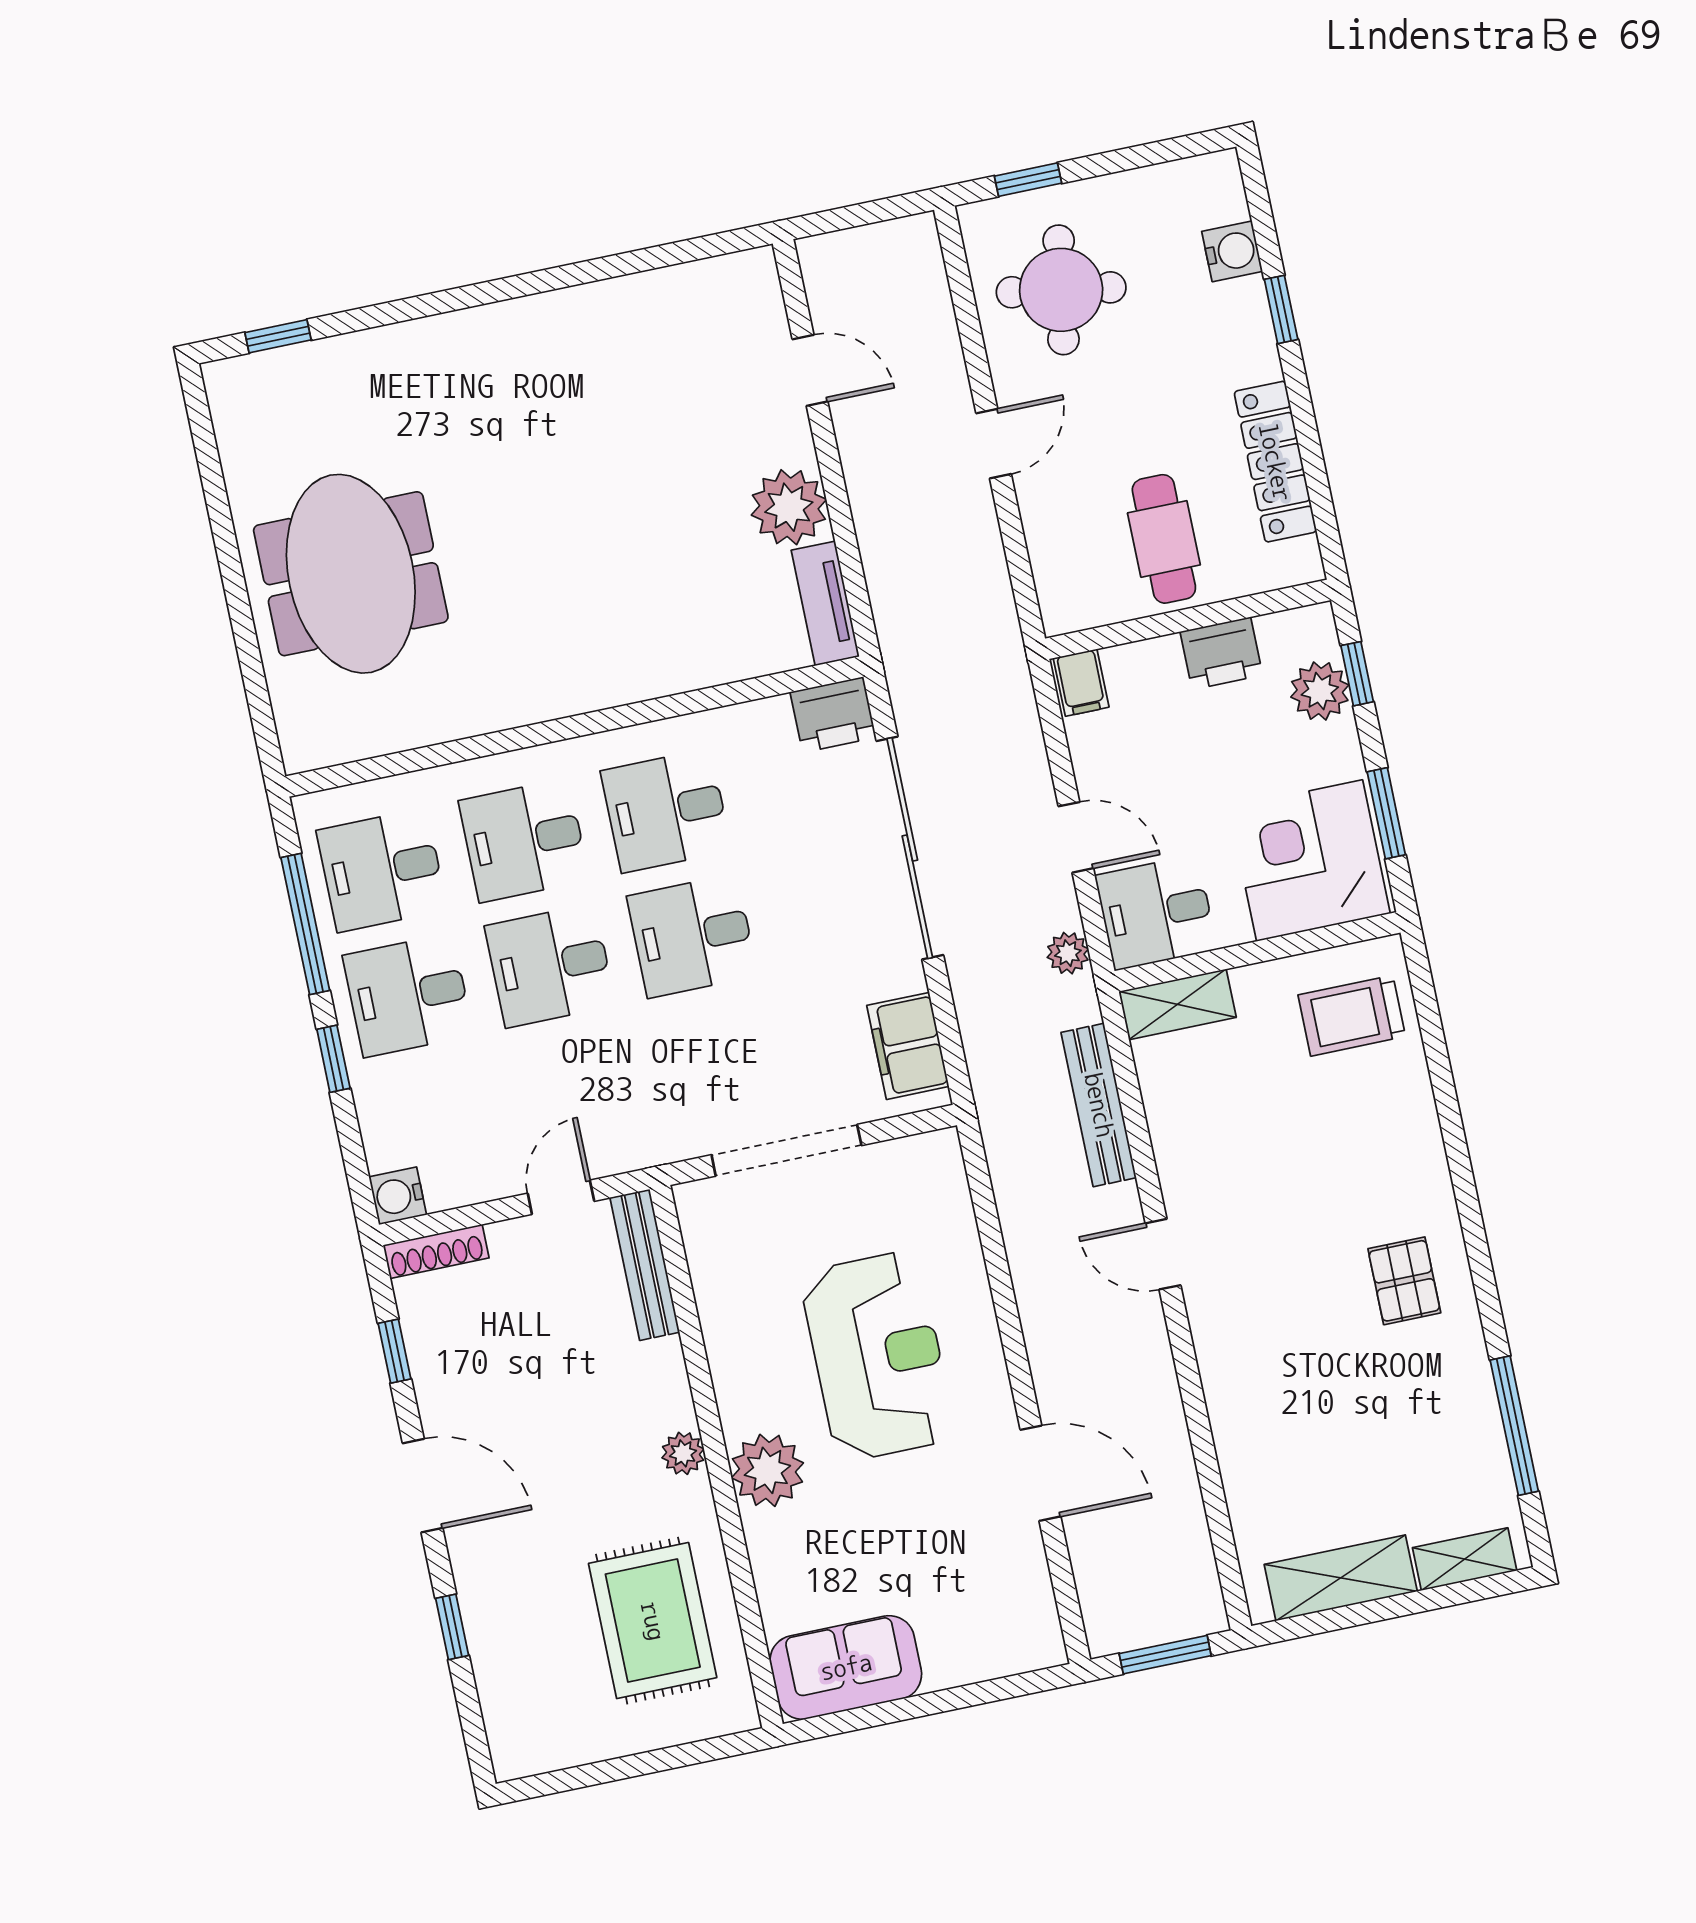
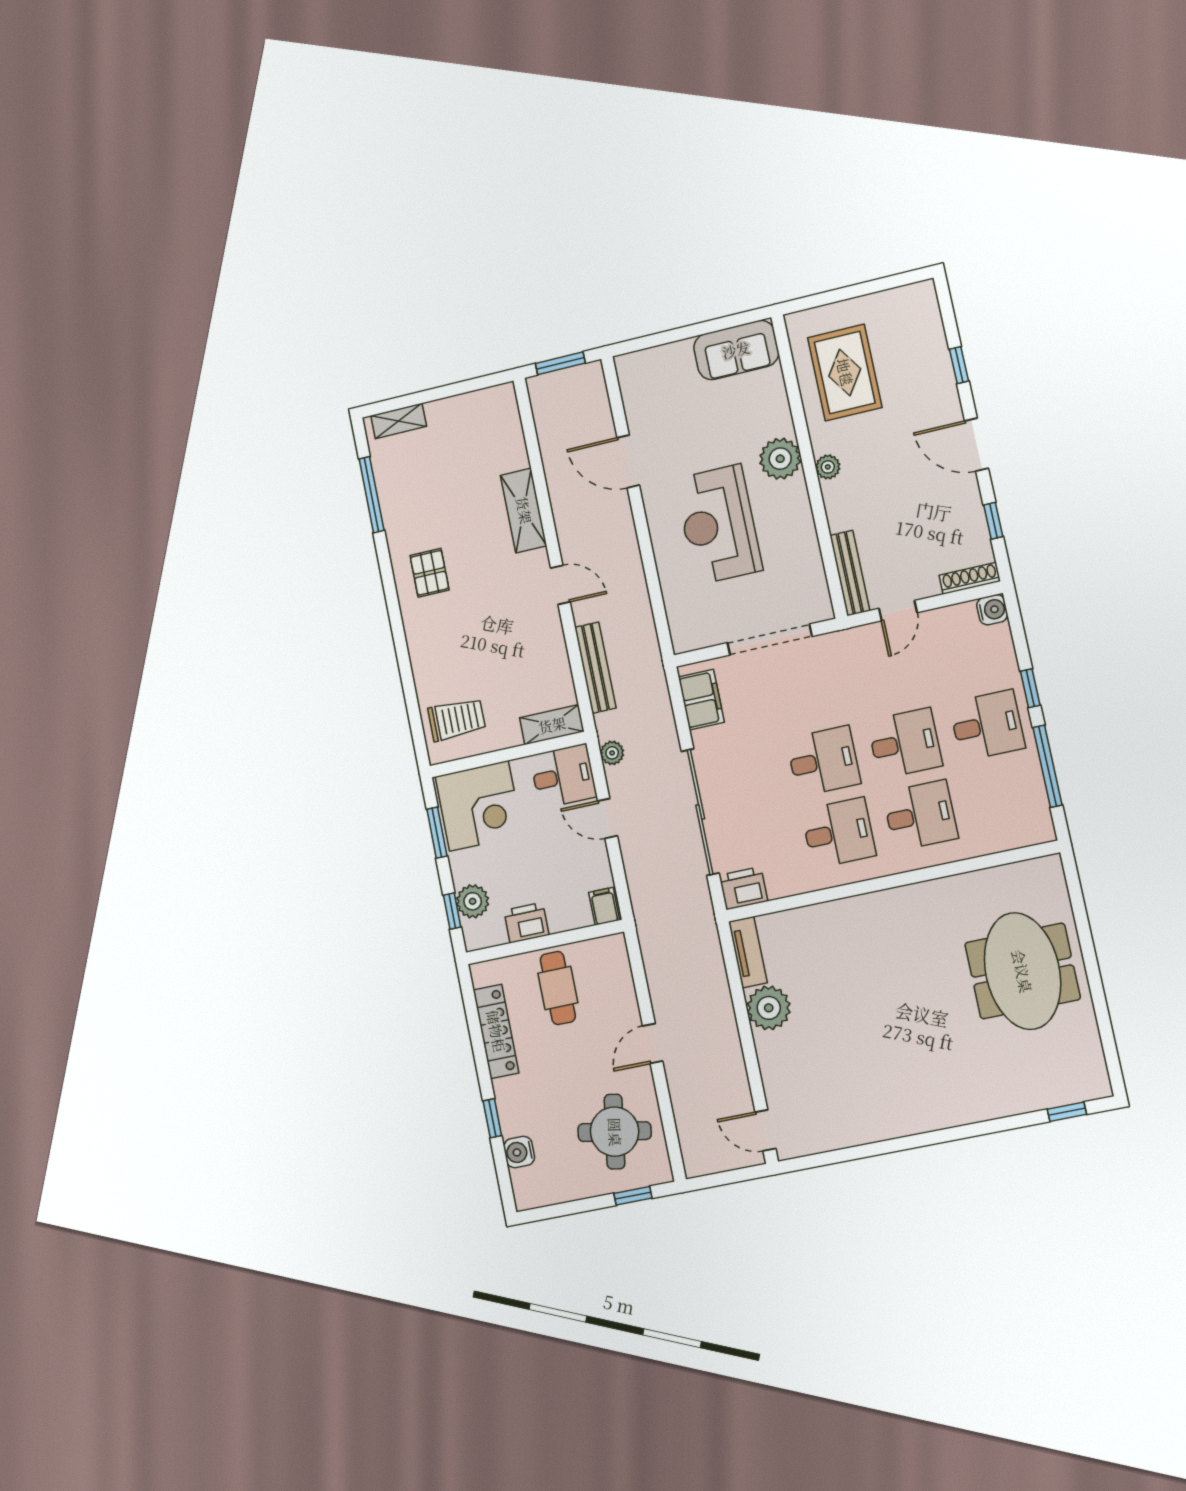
door: (810, 370) -> (765, 1130), moved
desk: (382, 870) -> (1003, 798), removed
shelving: (1341, 1578) -> (524, 510), moved, turned 90

